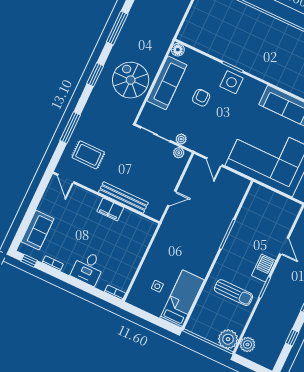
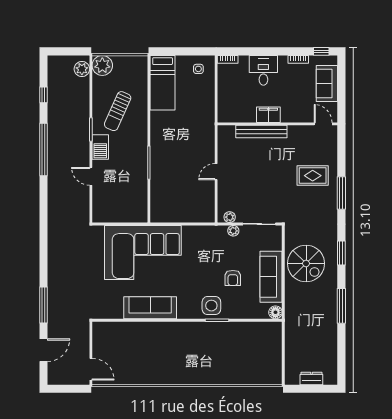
door: (214, 162) -> (192, 224), removed
door: (66, 179) -> (323, 124), moved
wall: (106, 198) -> (277, 124), moved
bench: (123, 198) -> (261, 132), moved
filing cabinet: (110, 209) -> (268, 115), moved
side table: (157, 286) -> (198, 69), moved
sun lounger: (233, 293) -> (118, 111), turned -66

